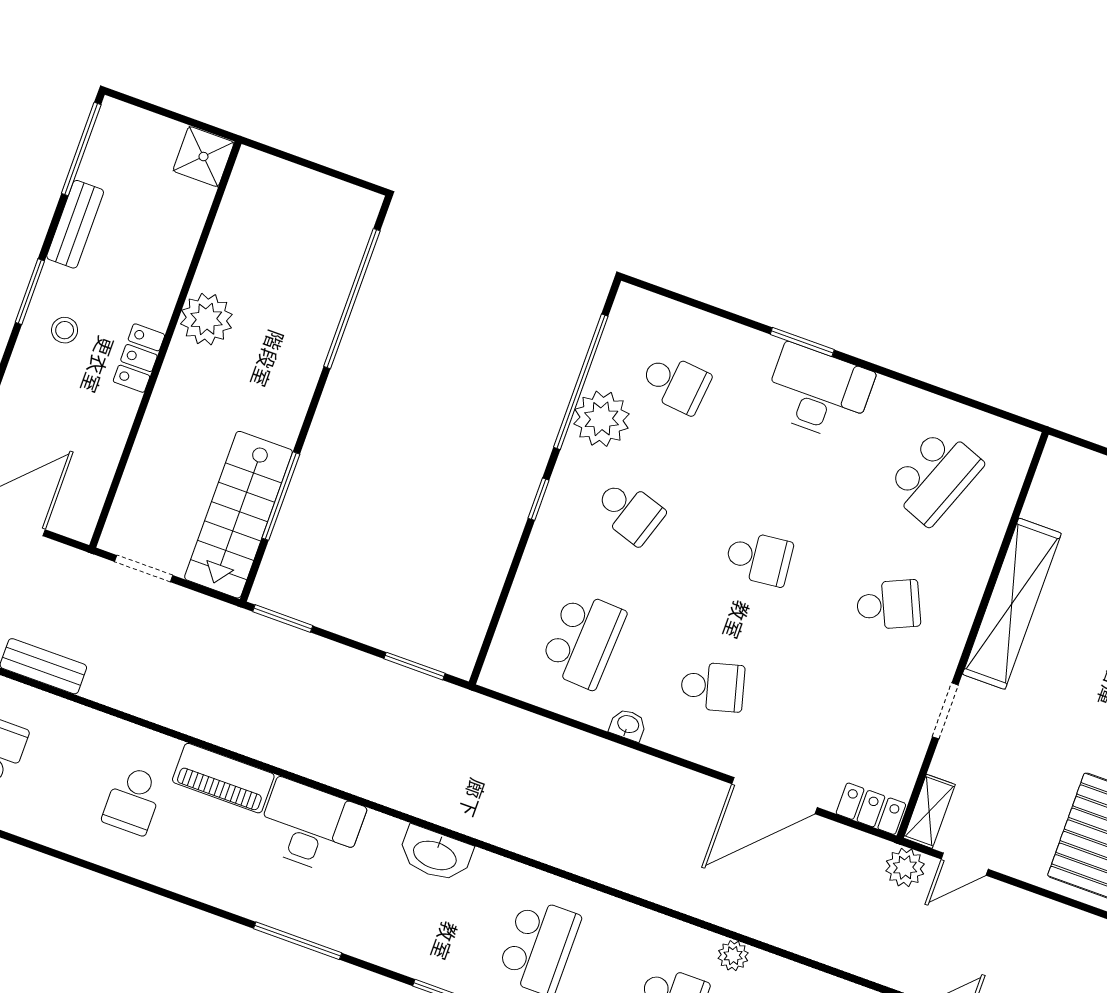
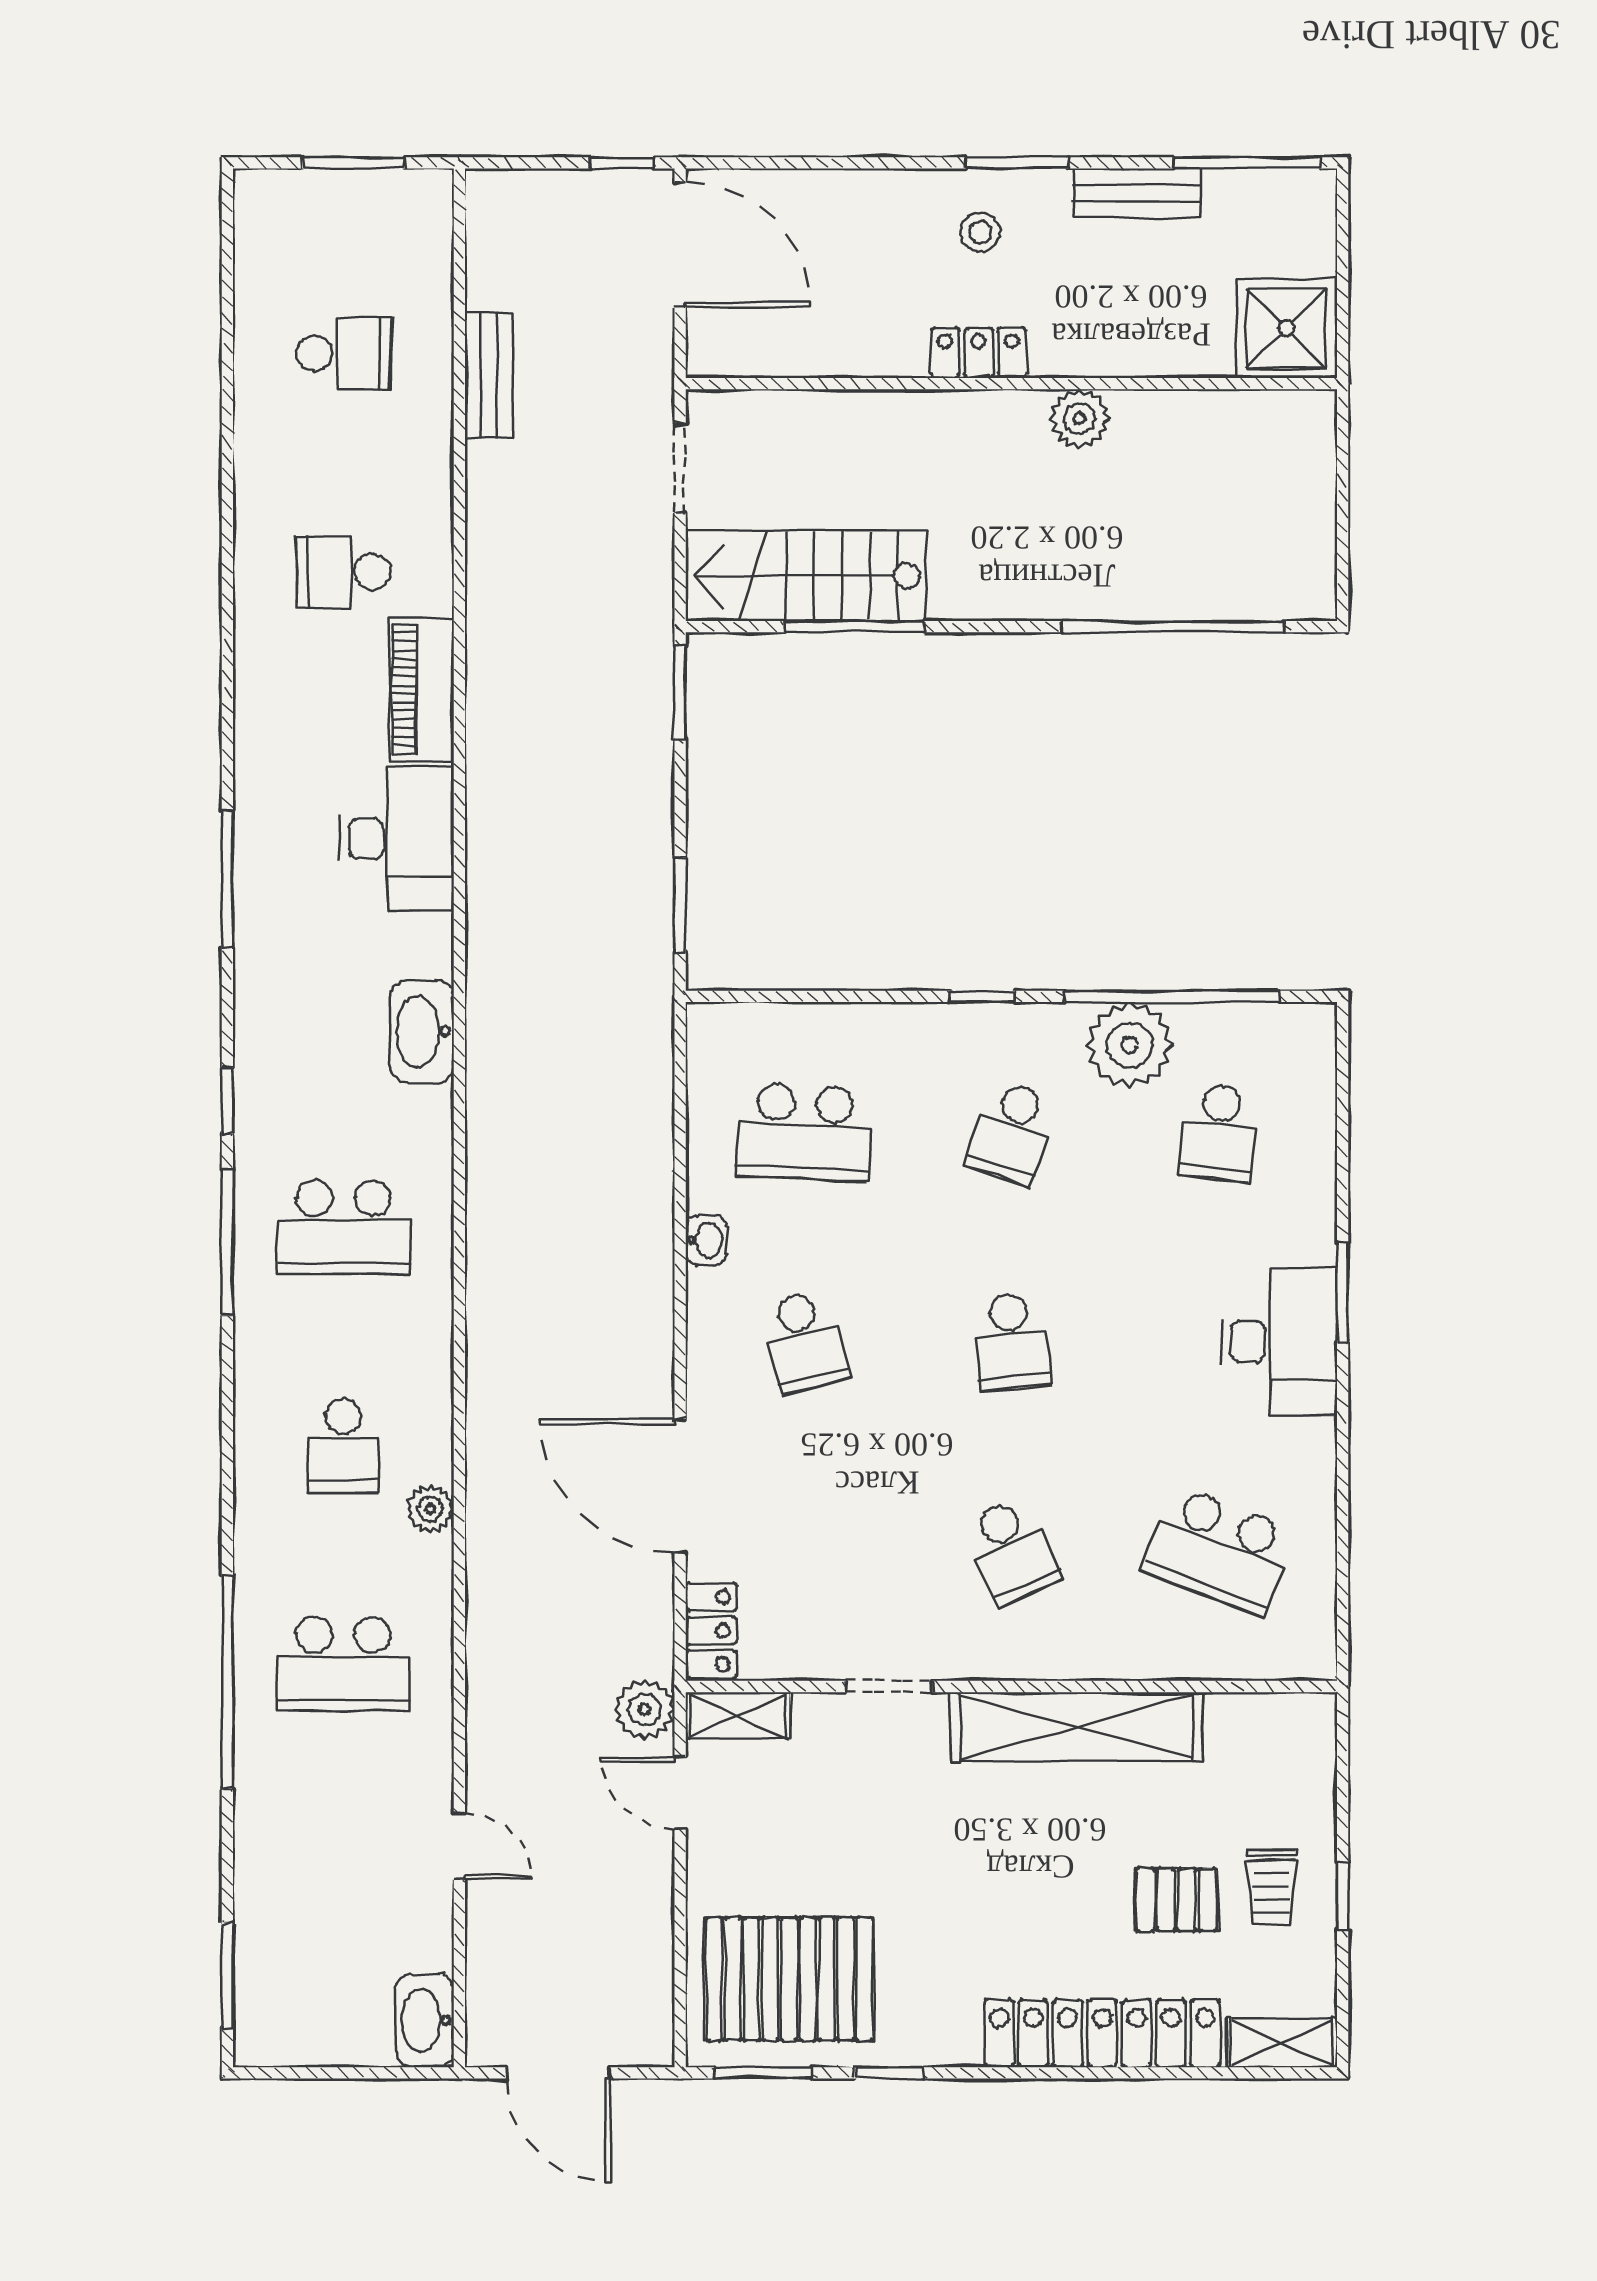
shower: (203, 157) -> (1286, 328), width x1.36, depth x1.36
plant: (206, 319) -> (1079, 419), width x0.73, depth x0.73

